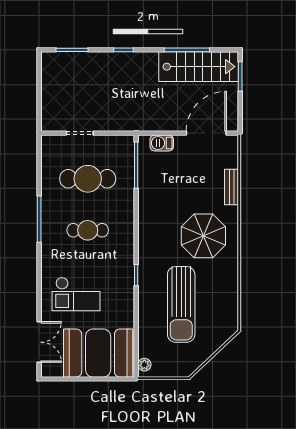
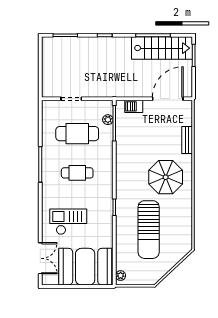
plant: (128, 160) -> (108, 120), added
checkout: (76, 294) -> (68, 222), turned 180

